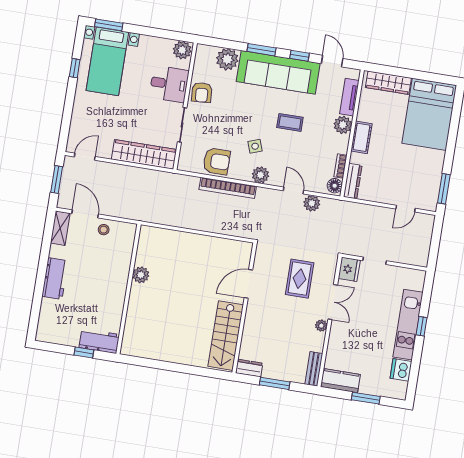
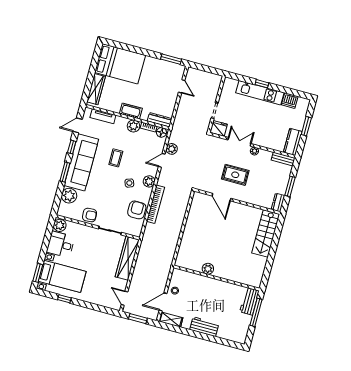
desk: (169, 84) -> (61, 244), moved, turned -90
plant: (343, 125) -> (133, 126), moved
rug: (300, 279) -> (235, 175), moved
stairs: (226, 336) -> (266, 233), moved, turned 90
window: (84, 352) -> (256, 312), width x2.17

